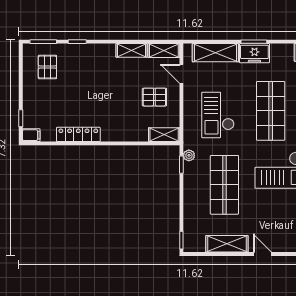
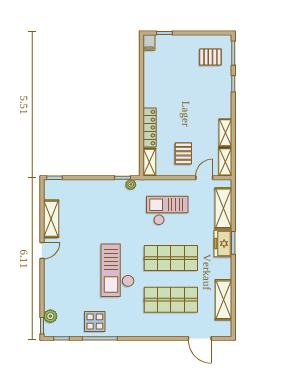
locker: (78, 134) -> (150, 128), moved
shop shelf: (224, 185) -> (104, 216), removed

